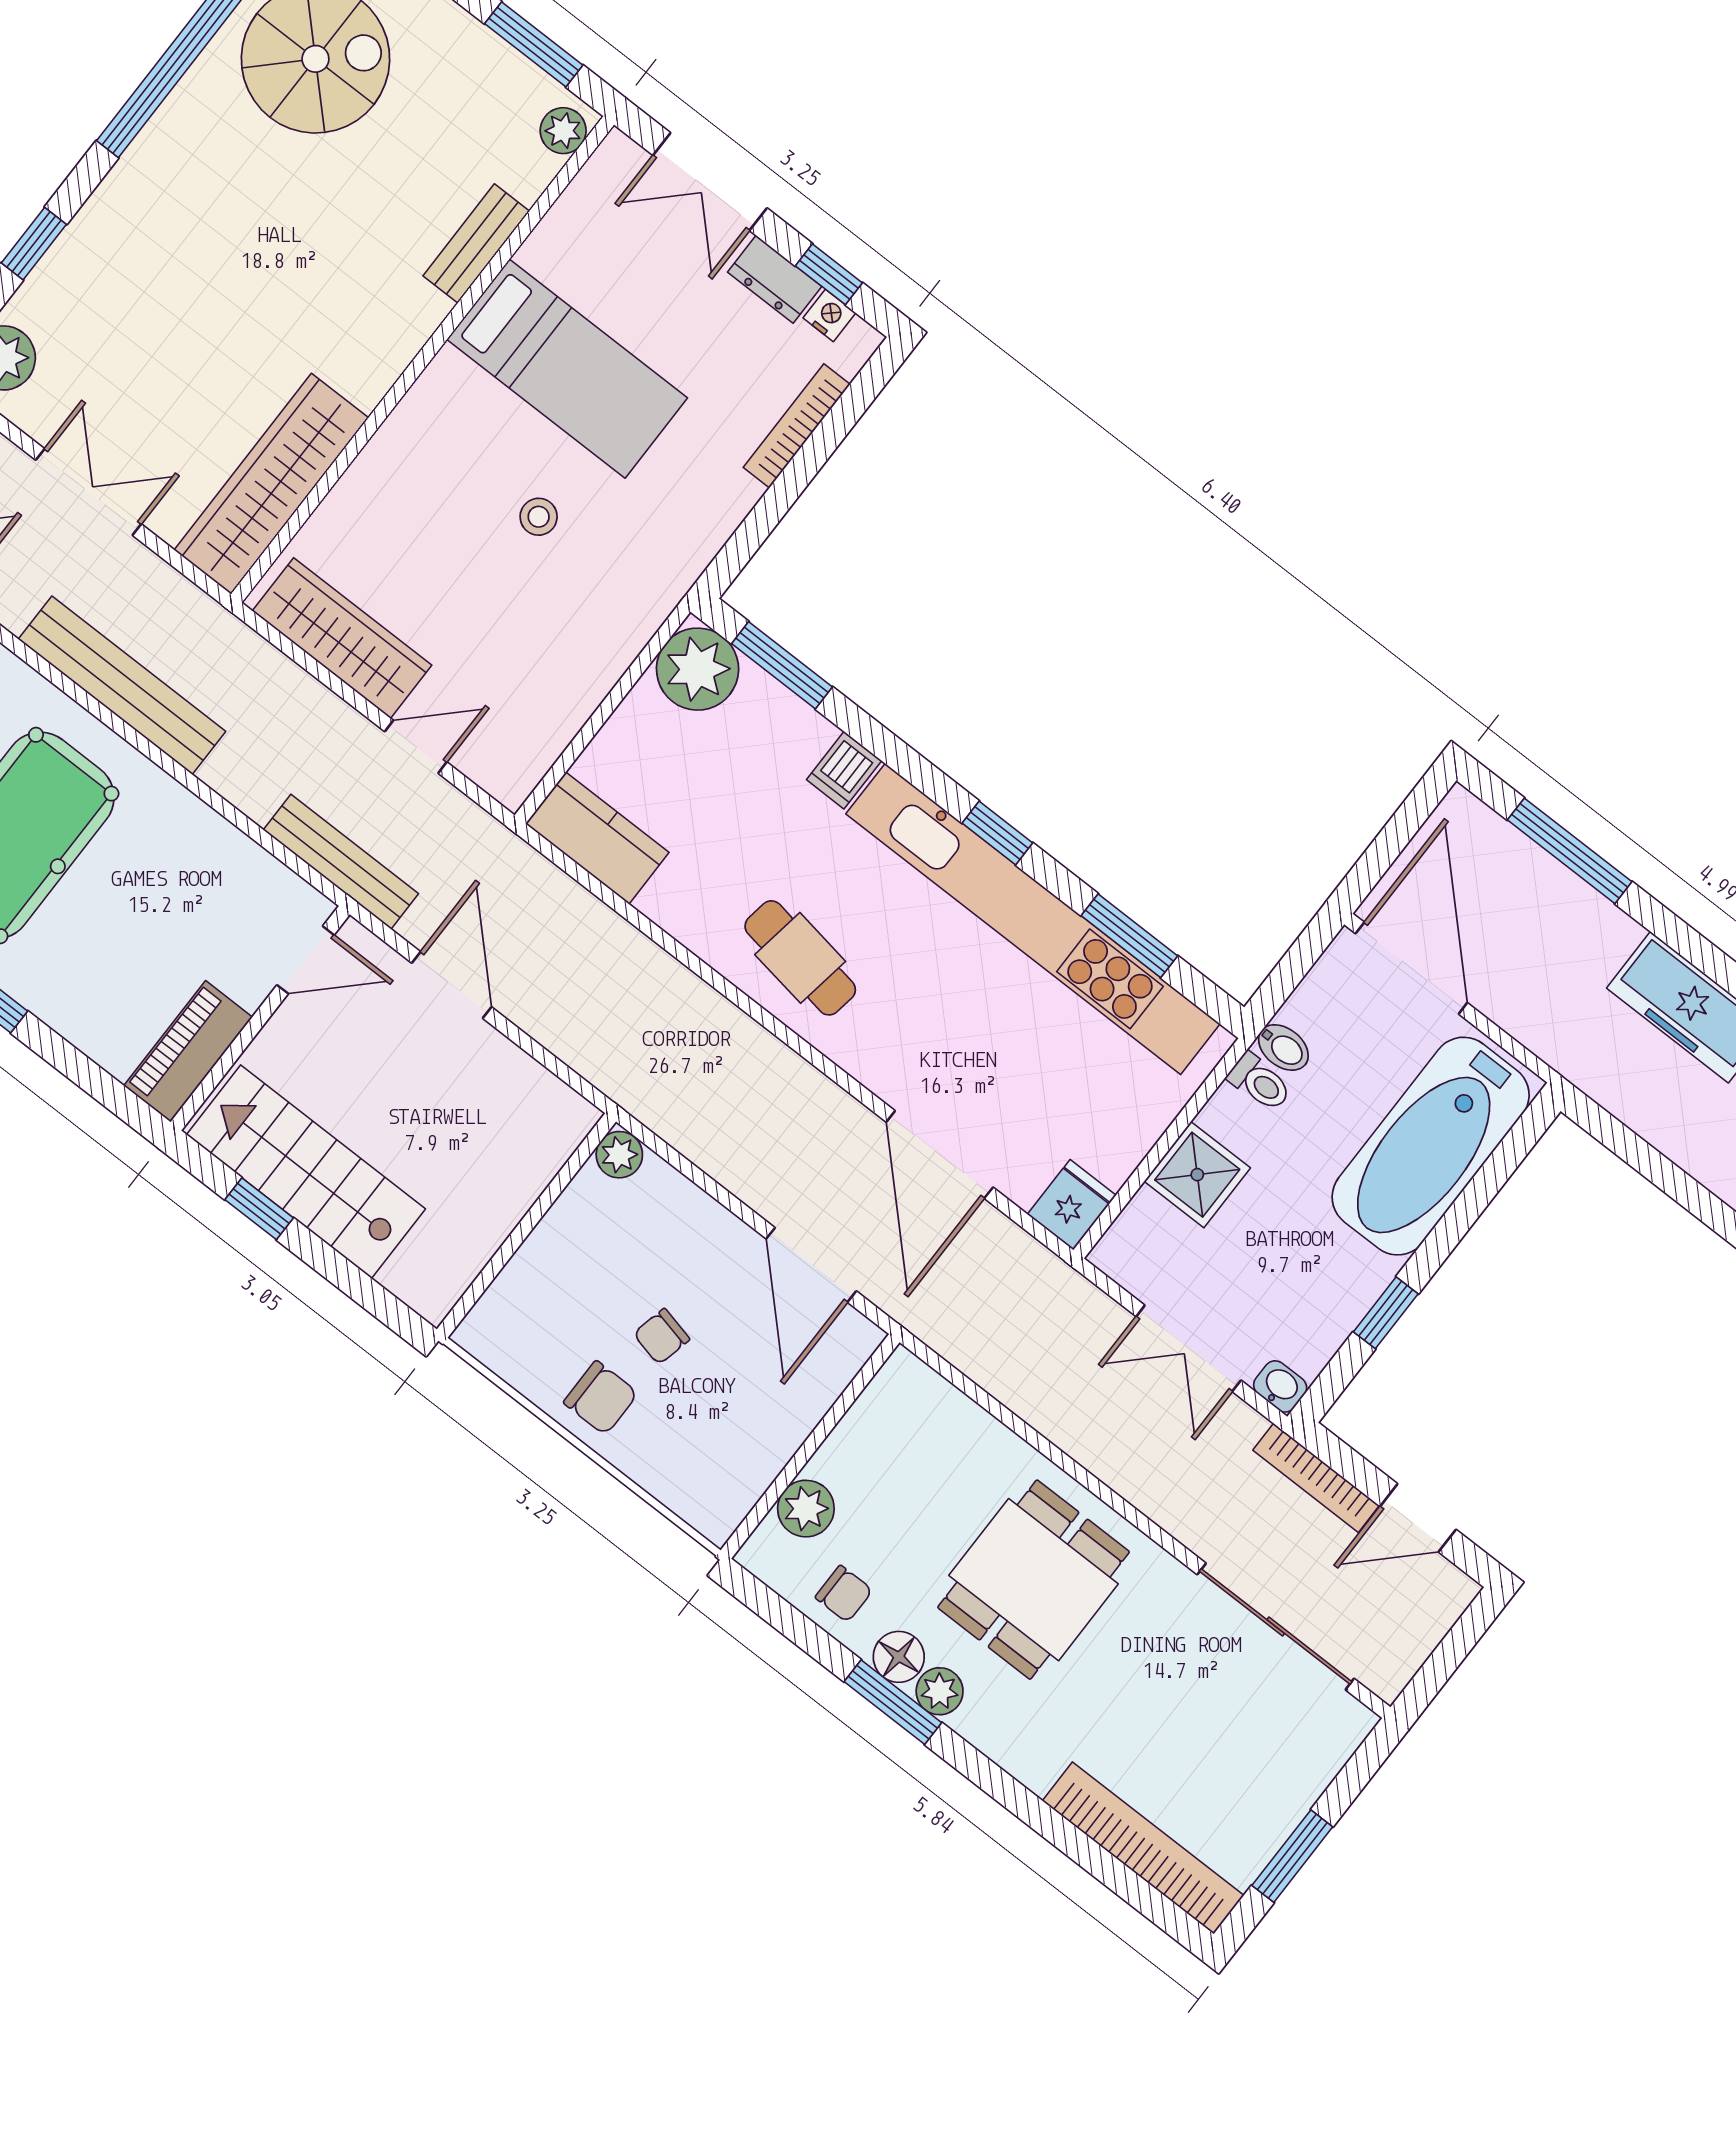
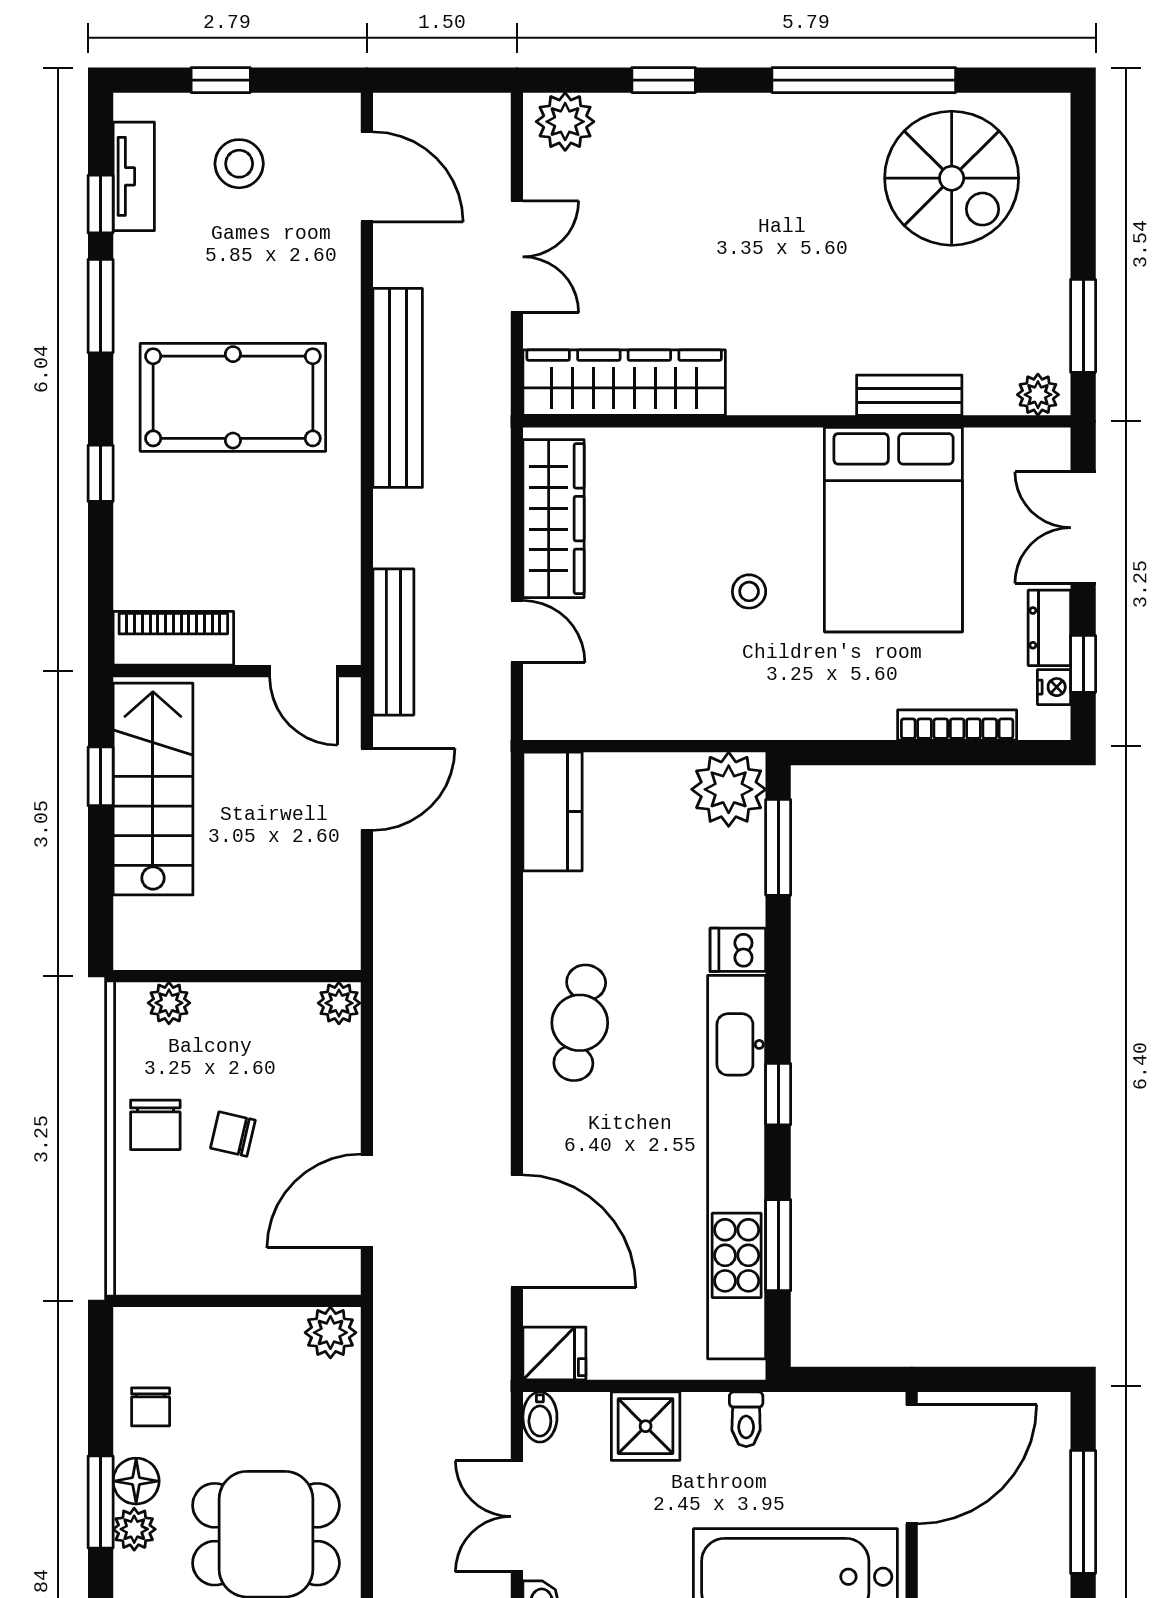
bed: (567, 369) -> (893, 530), width x1.50
bidet: (1283, 1047) -> (540, 1417), moved
door: (940, 1155) -> (517, 1231), swing flipped
plant: (504, 1303) -> (169, 1003), added
plant: (806, 1509) -> (330, 1333), moved

